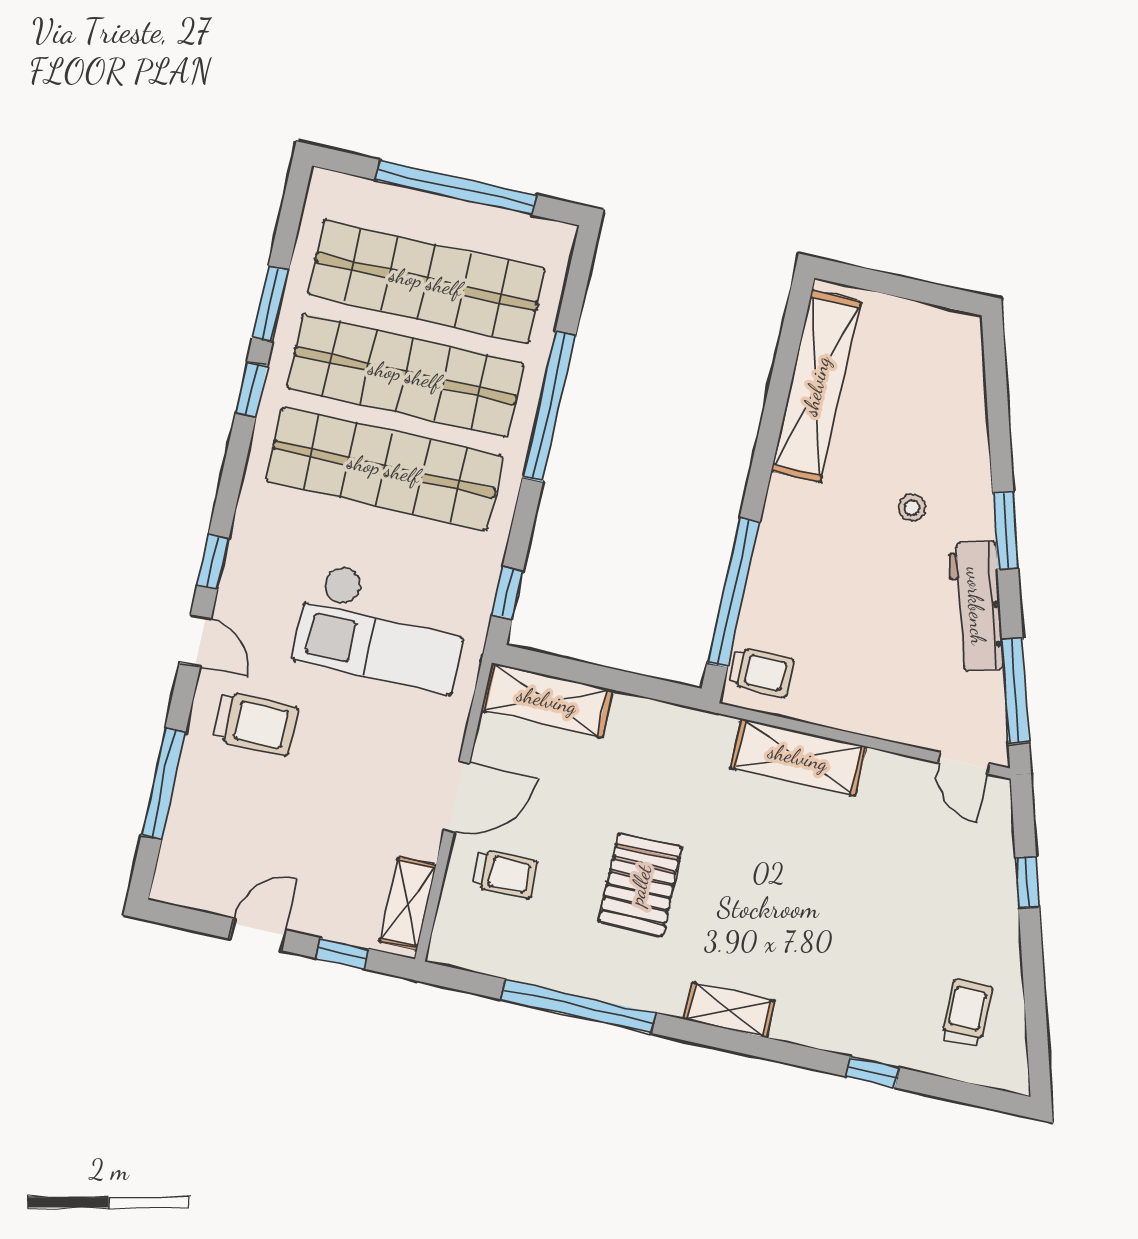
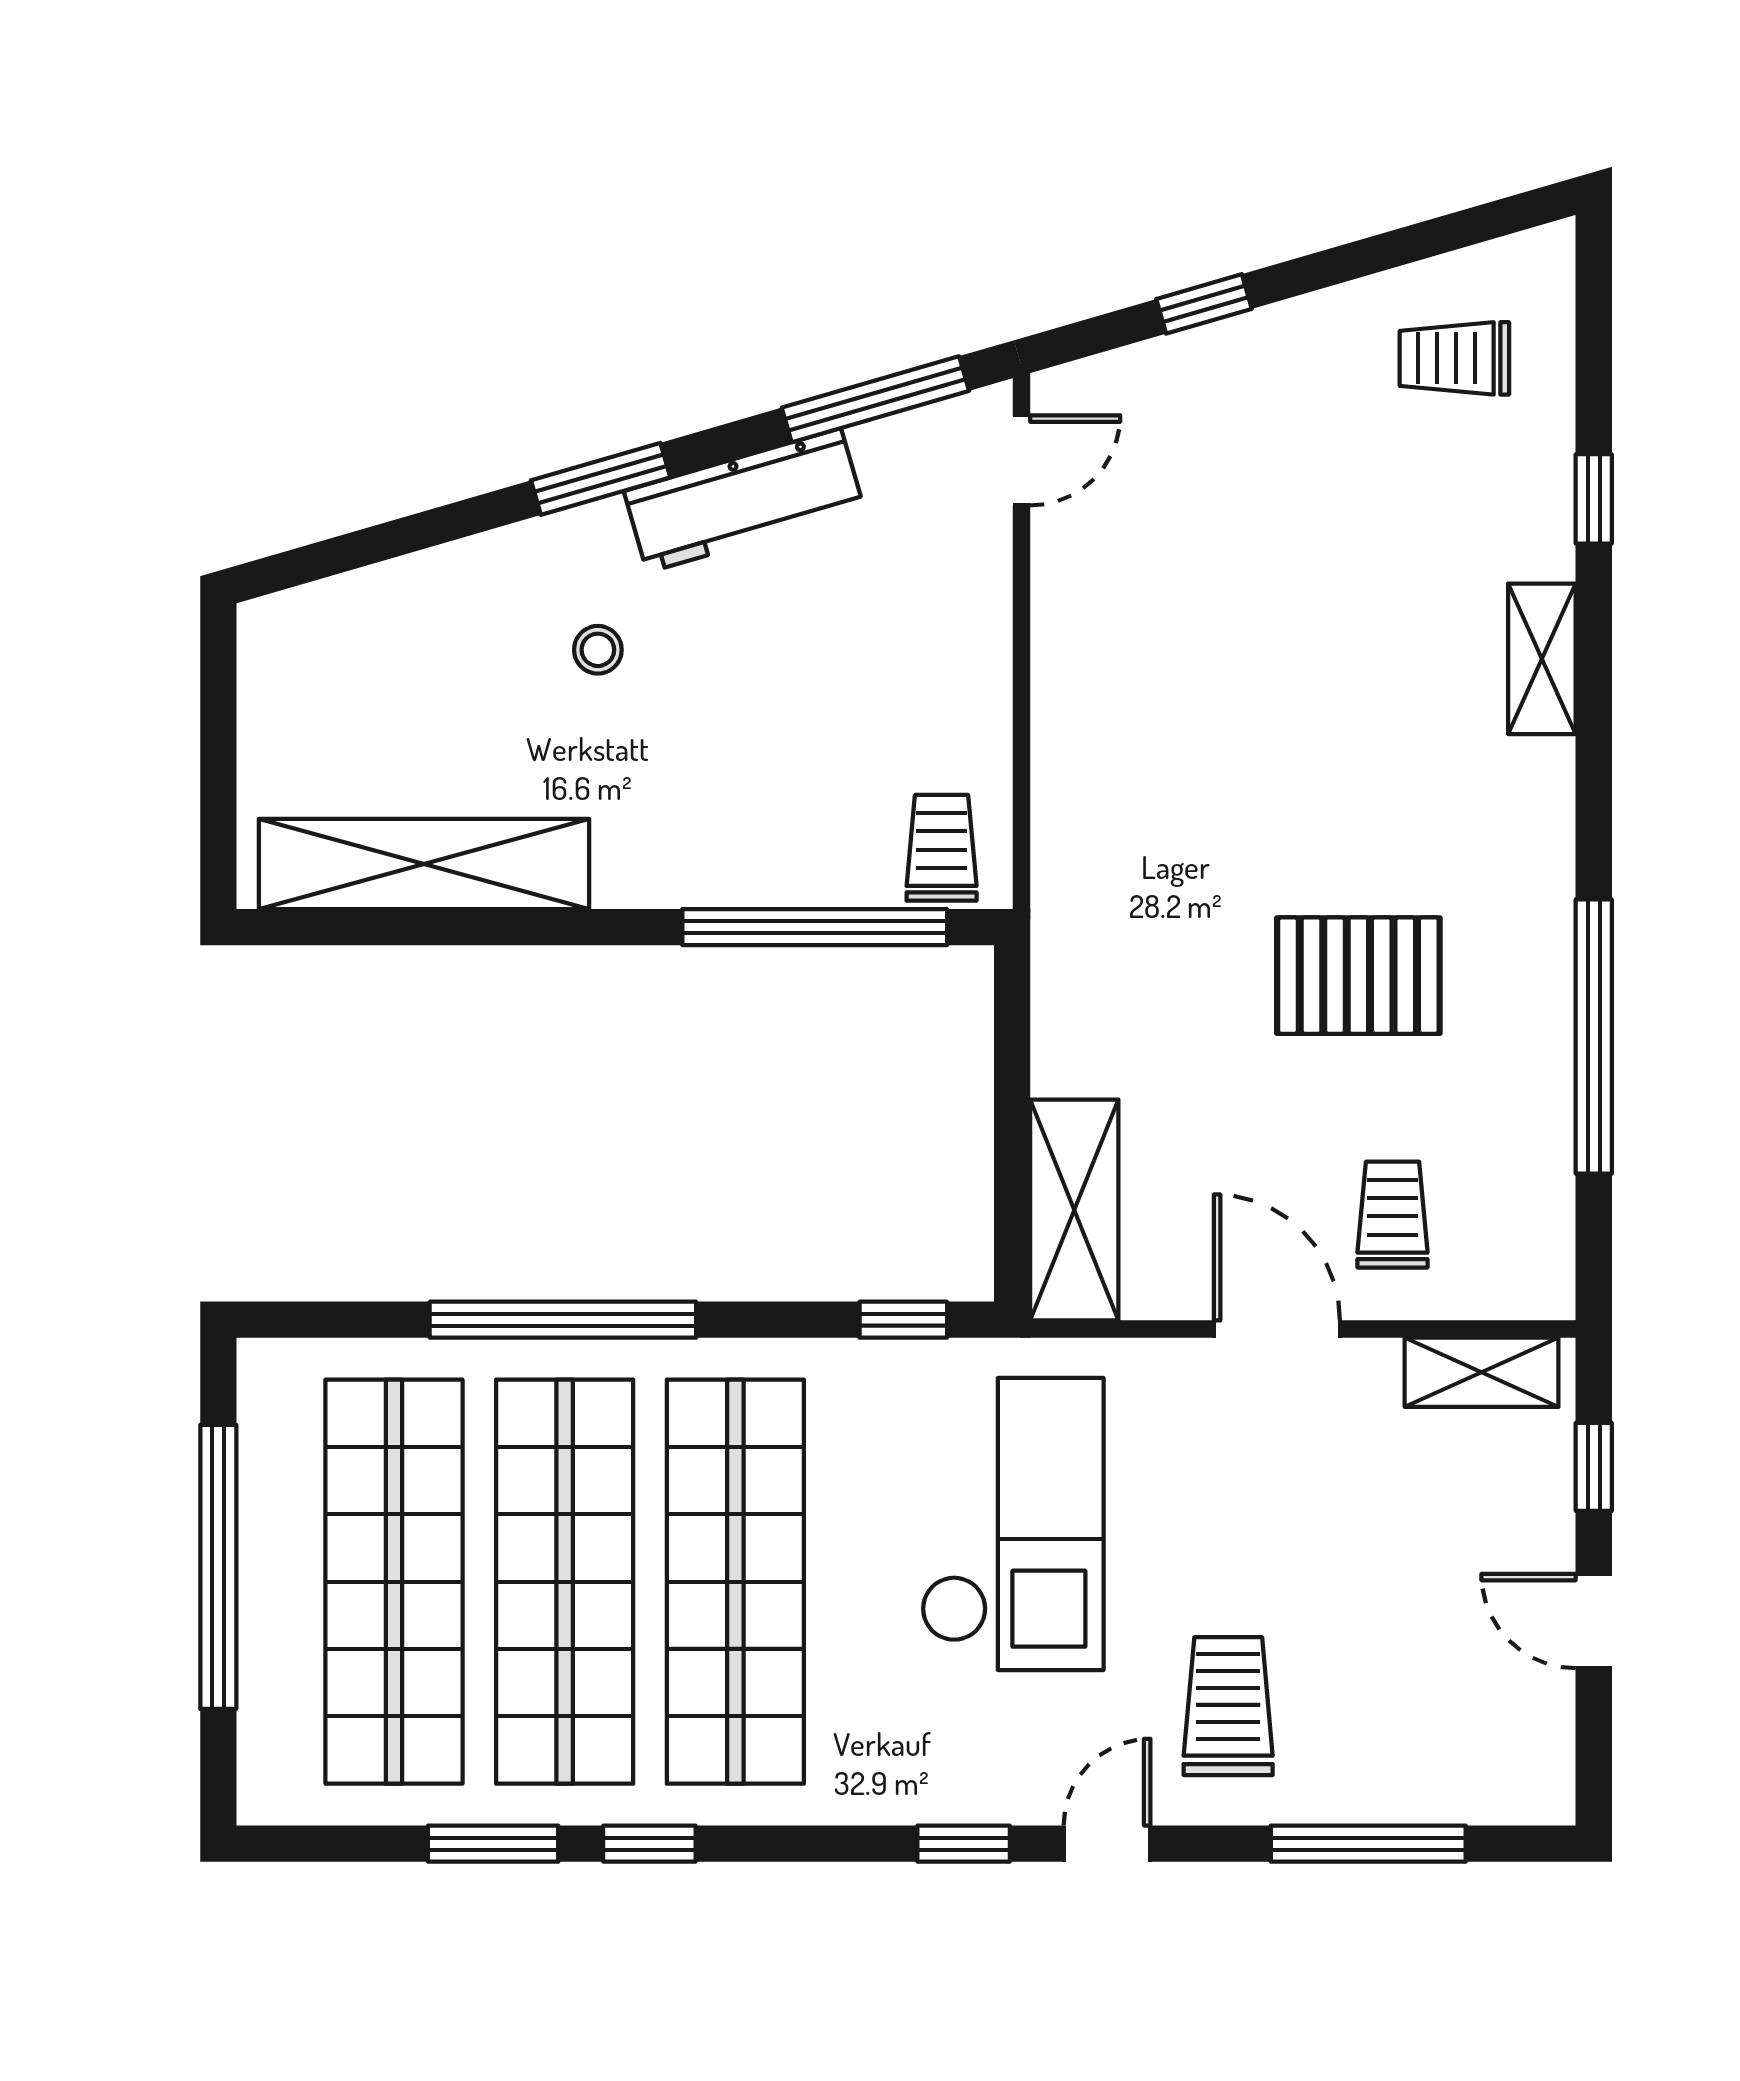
shelving: (798, 757) -> (1076, 751), removed
shelving: (729, 1010) -> (1542, 659), moved

